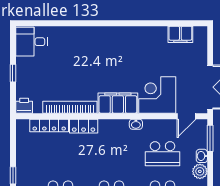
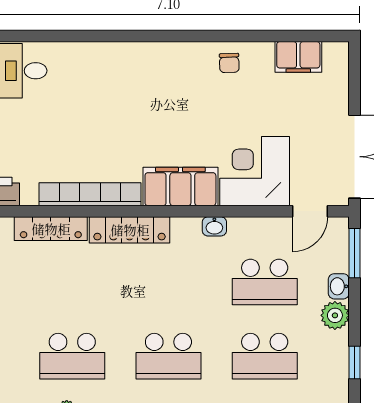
chair: (144, 38) -> (229, 63), added
locker: (84, 126) -> (130, 230), width x1.53

